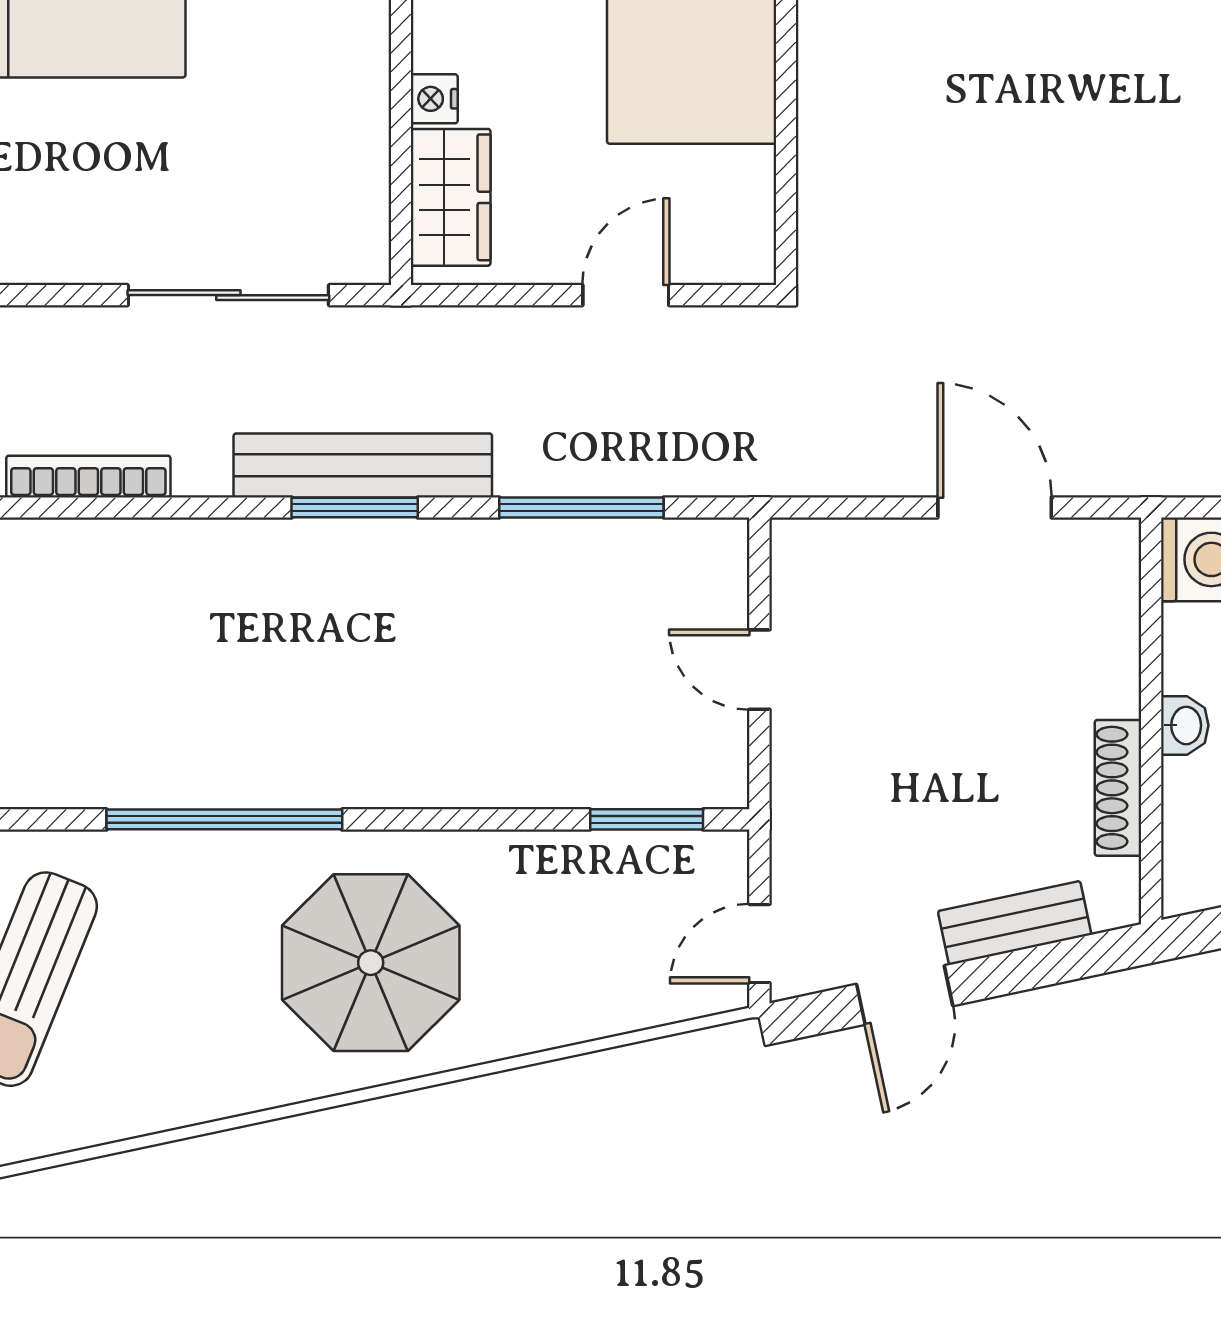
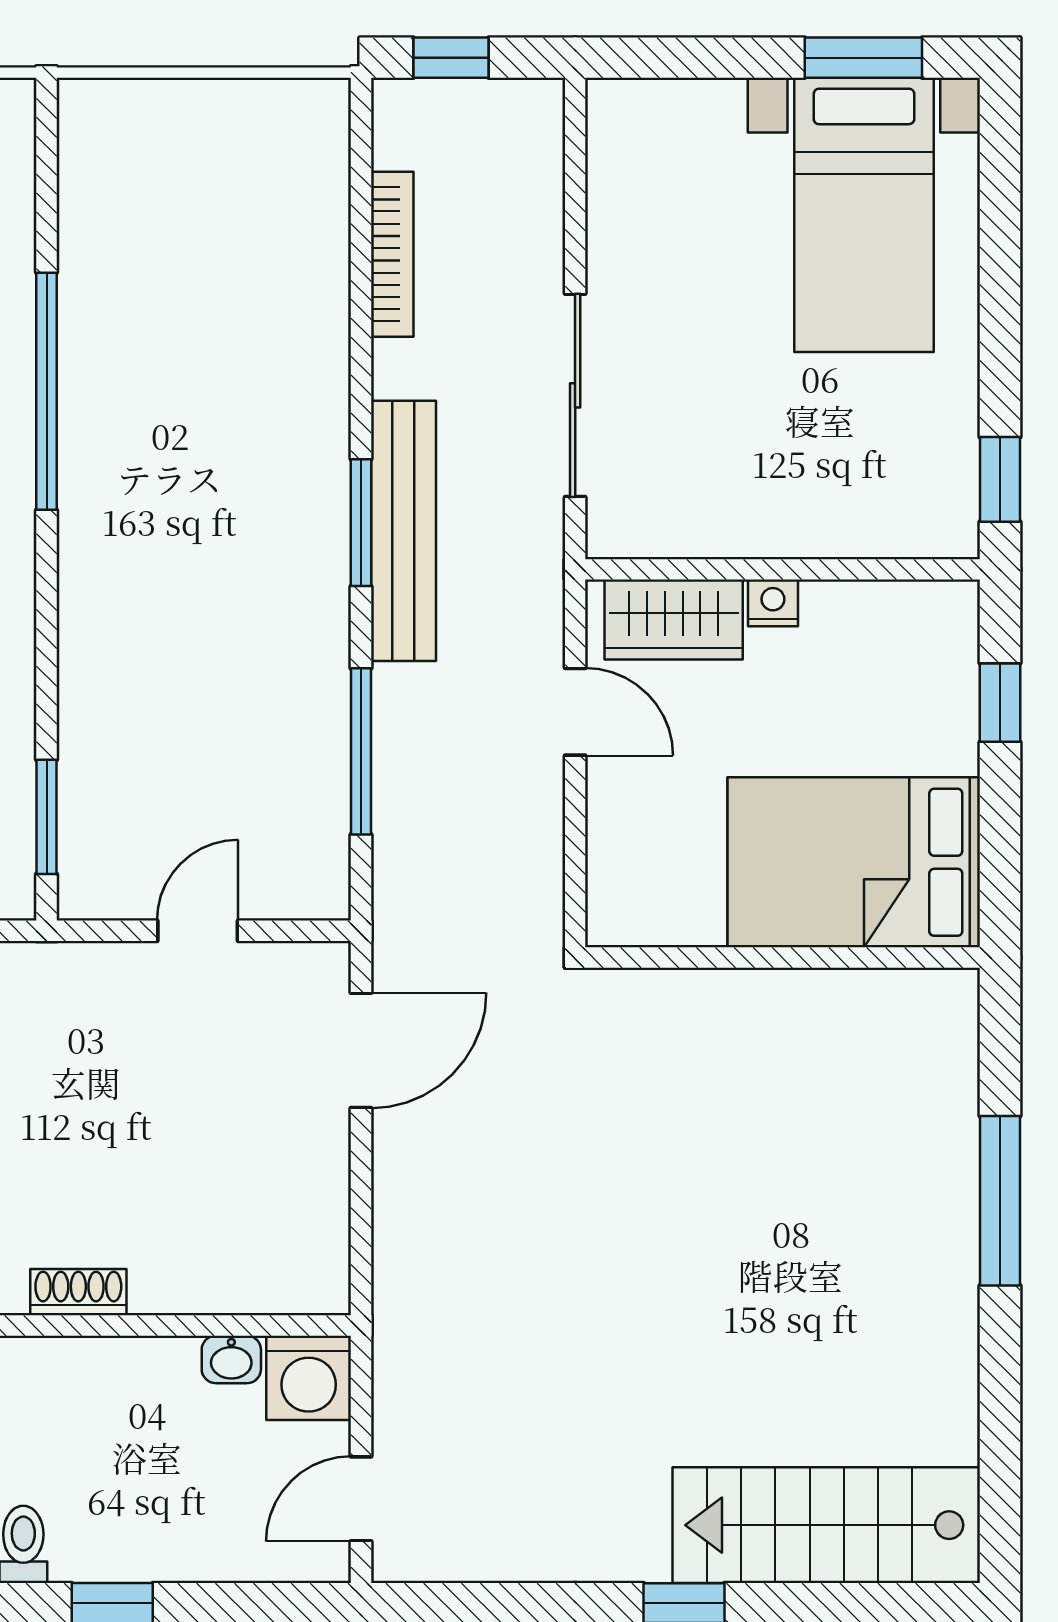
door: (626, 295) -> (575, 712), moved
door: (995, 507) -> (361, 1050), moved
washbasin: (1185, 725) -> (231, 1359), moved
shoe rack: (1118, 788) -> (78, 1292), width x0.70

